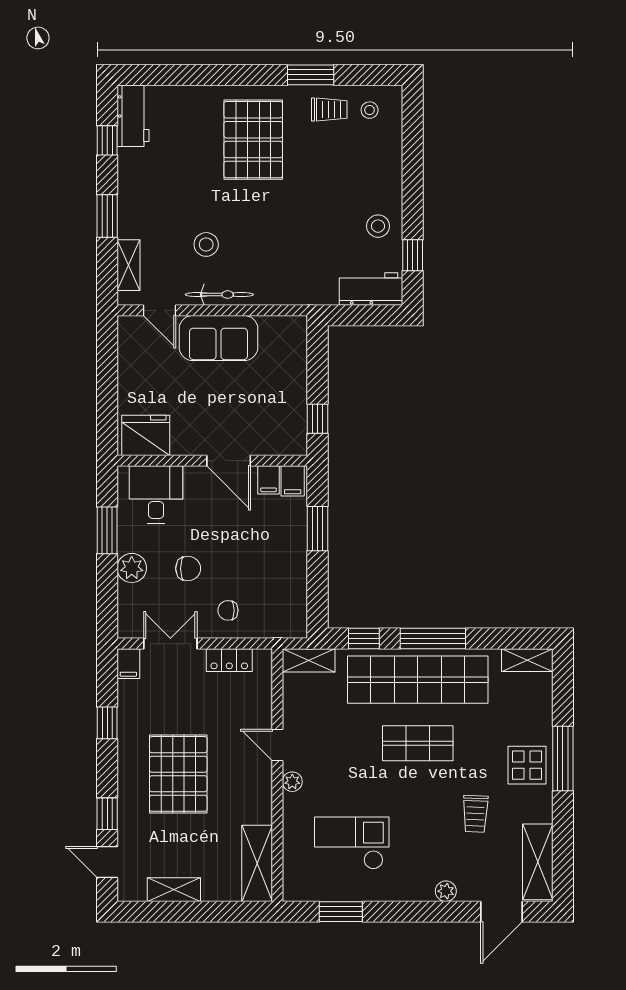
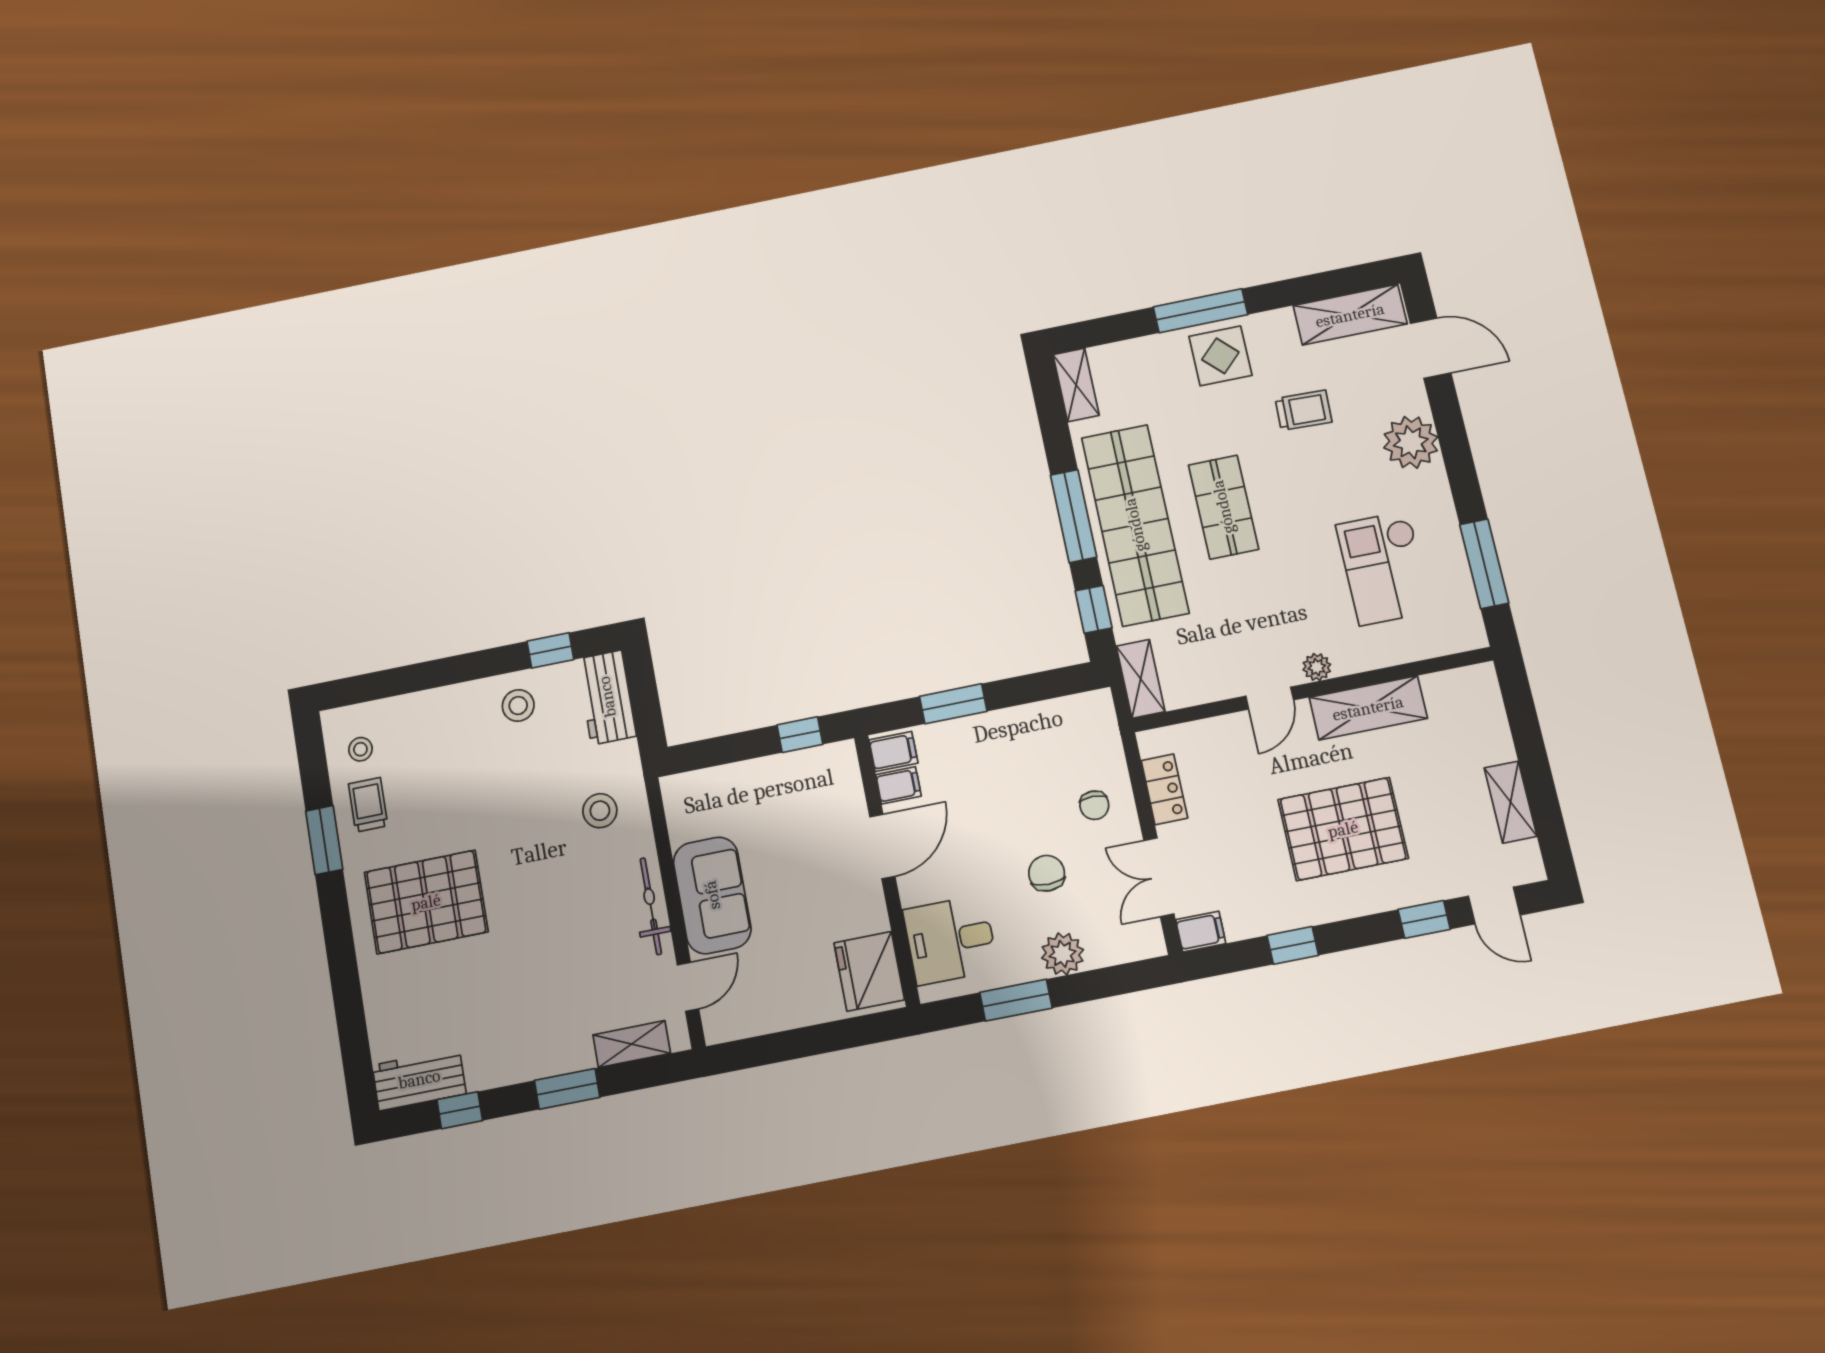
stool: (206, 244) -> (600, 811), moved
door: (107, 862) -> (1494, 906), hinge flipped
shelving: (257, 863) -> (1368, 708), moved
plant: (446, 891) -> (1411, 442), width x1.87, depth x1.87
window: (341, 912) -> (1484, 564), width x1.44

